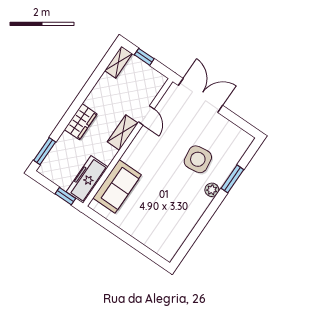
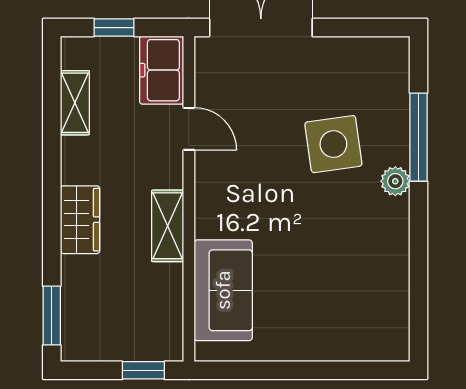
shelving: (118, 62) -> (75, 103), moved
shelving: (123, 132) -> (168, 226), moved
freezer: (87, 179) -> (162, 70), moved, width x0.71
window: (232, 179) -> (419, 137), width x1.44

